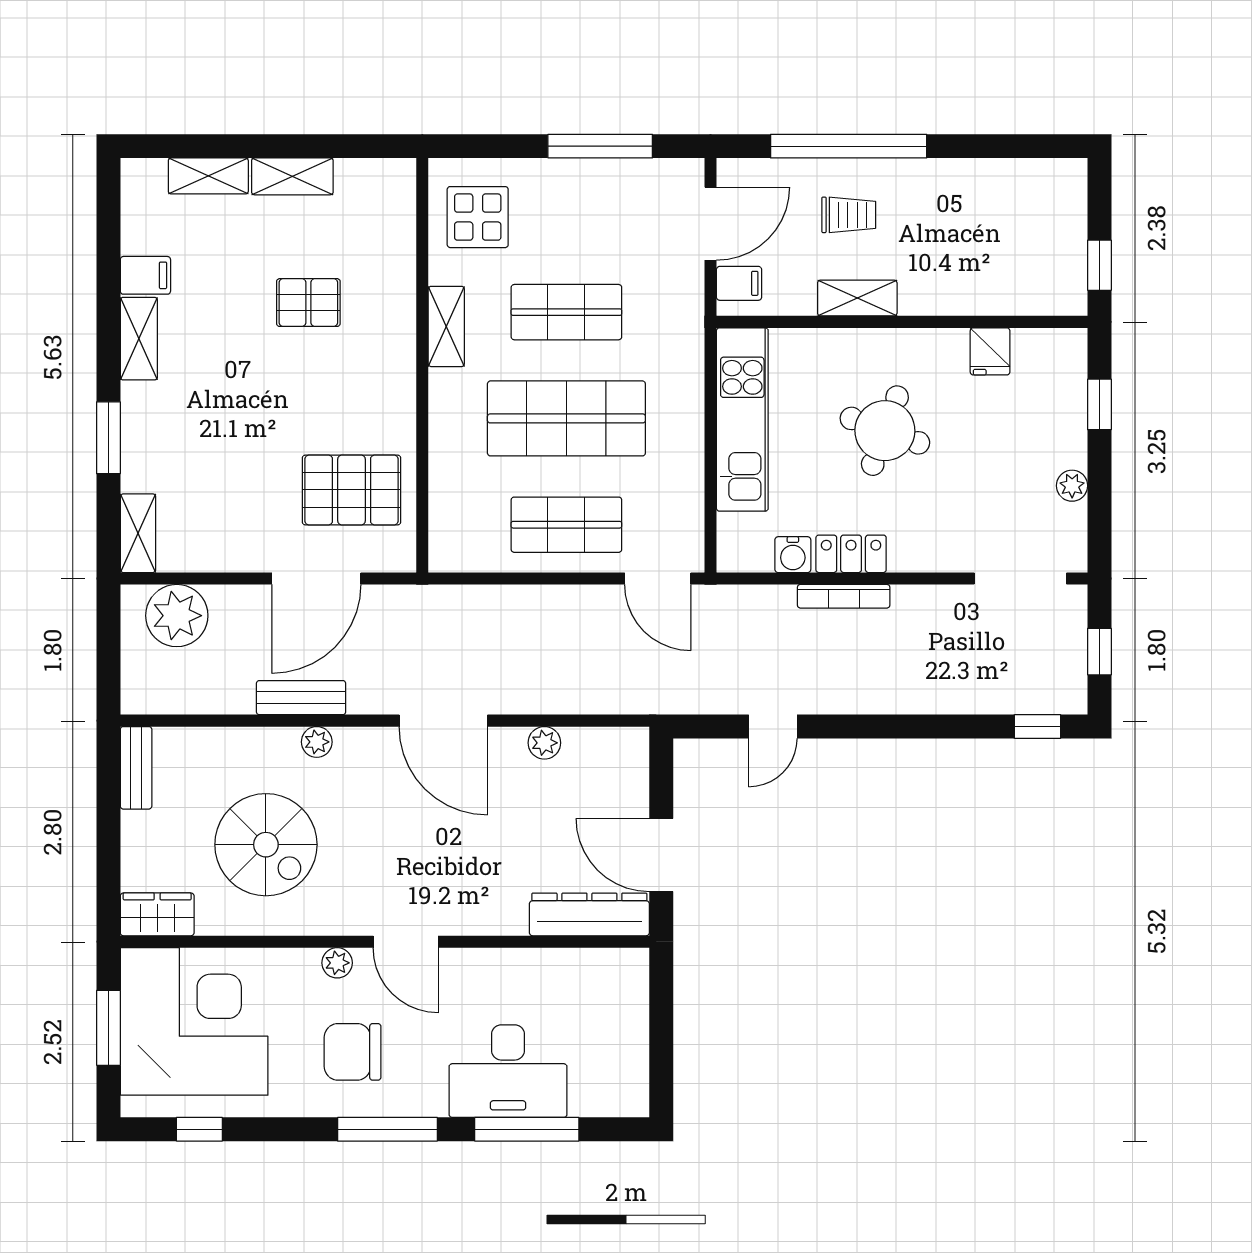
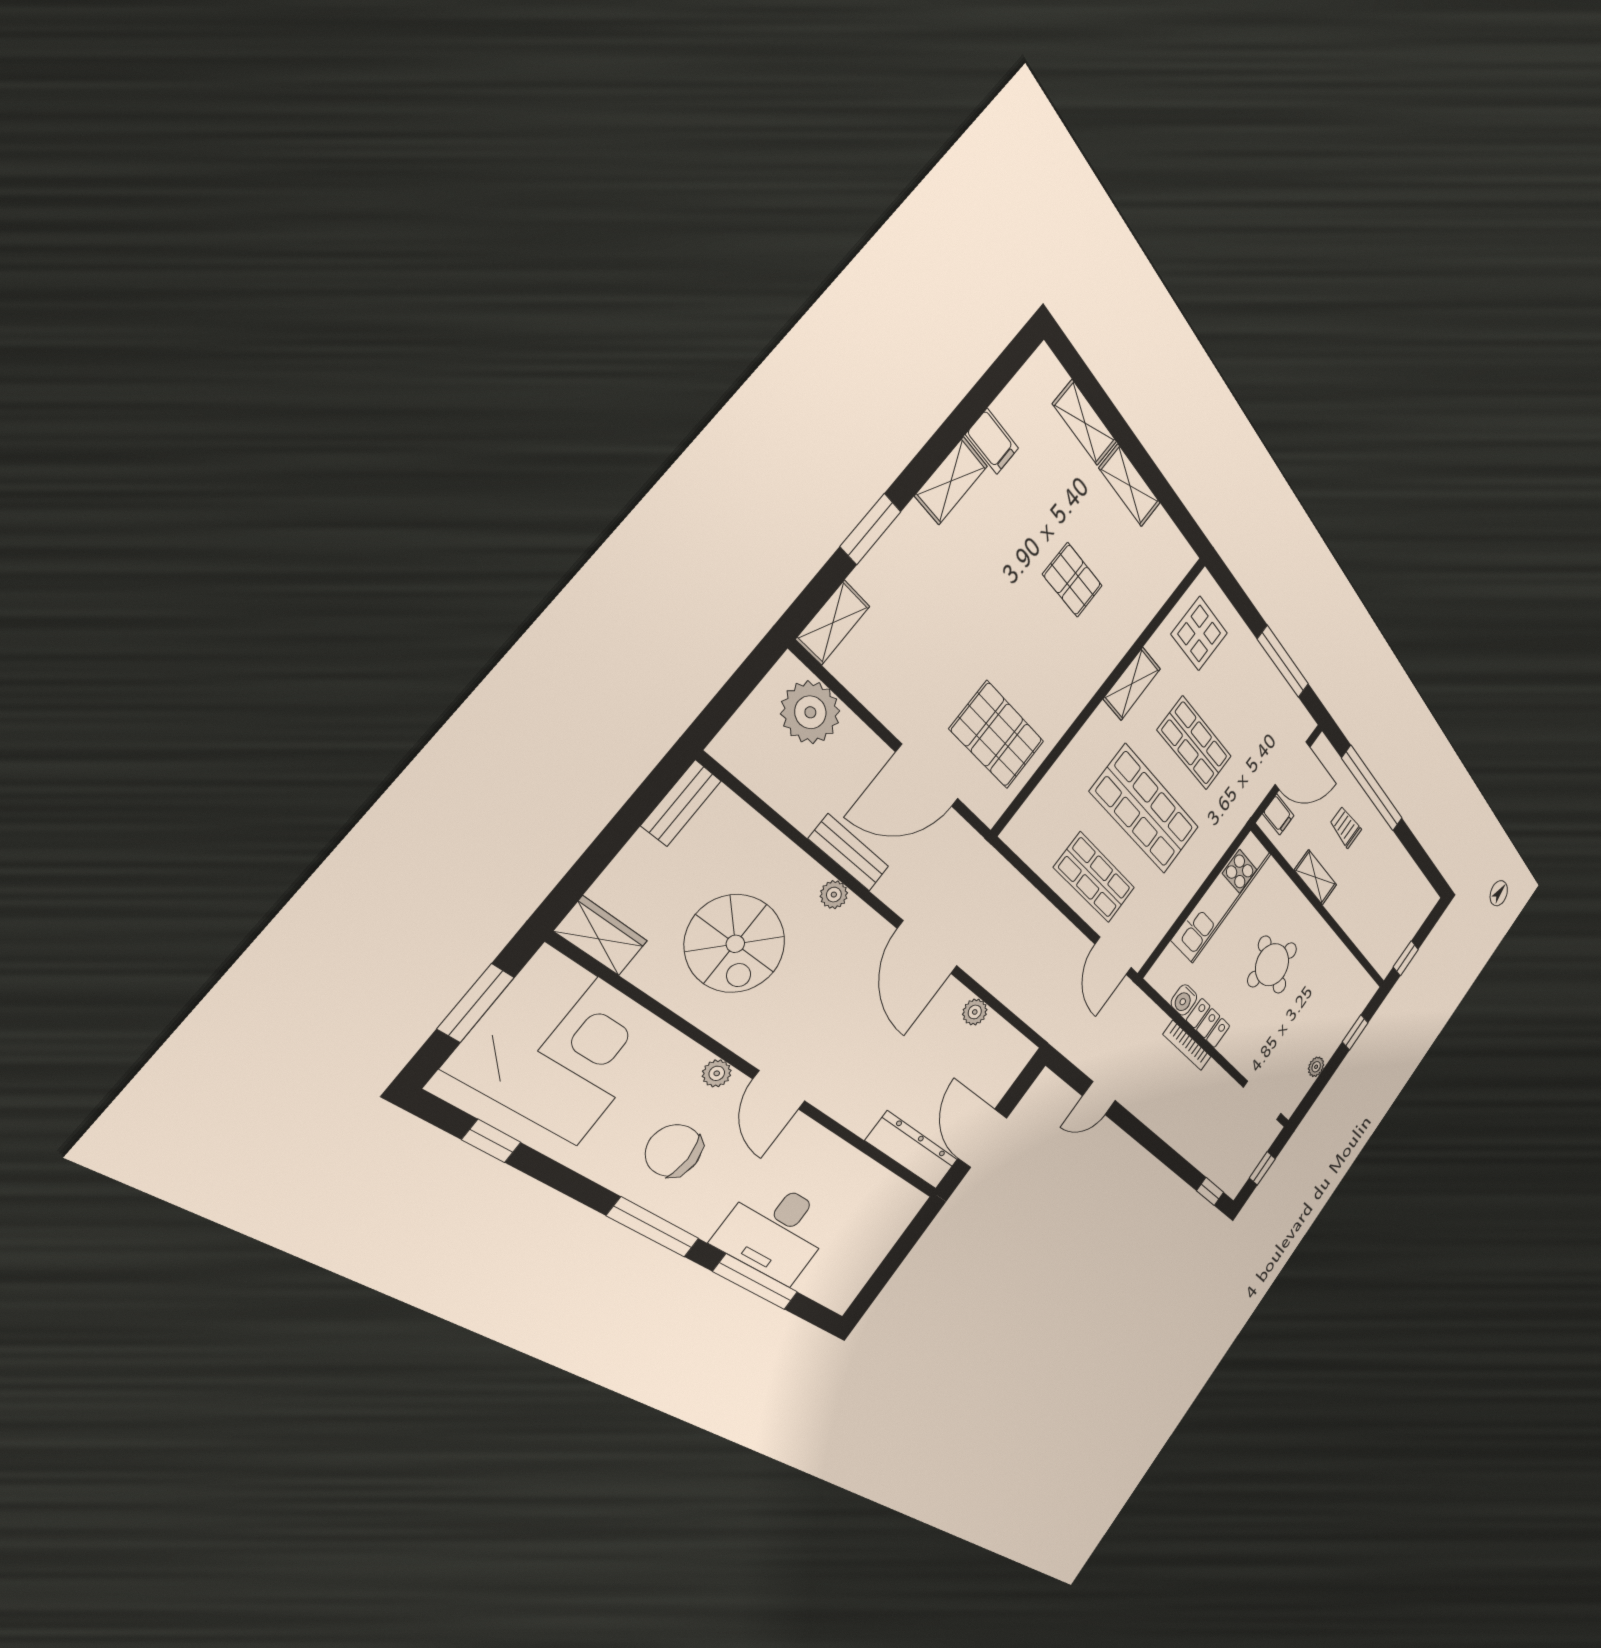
trolley: (849, 215) -> (1346, 827), turned 180
fridge: (990, 351) -> (1340, 962), removed

